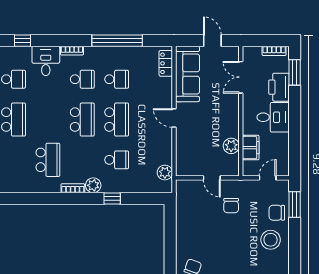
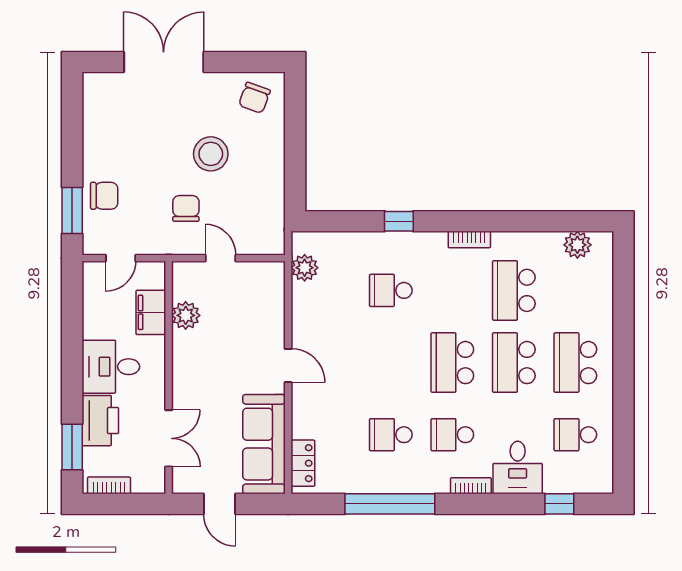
school desk: (117, 120) -> (514, 363), moved
plant: (93, 185) -> (577, 245), moved
stool: (271, 240) -> (211, 154), moved

